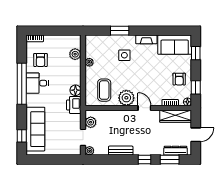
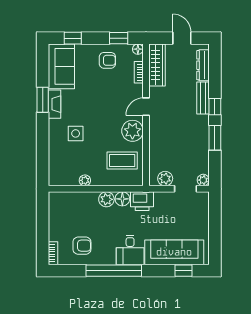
window: (120, 31) -> (43, 100), moved
plant: (75, 54) -> (106, 199), moved
desk: (37, 83) -> (130, 250), moved
bench: (121, 151) -> (203, 98), moved
window: (170, 159) -> (215, 138), moved

